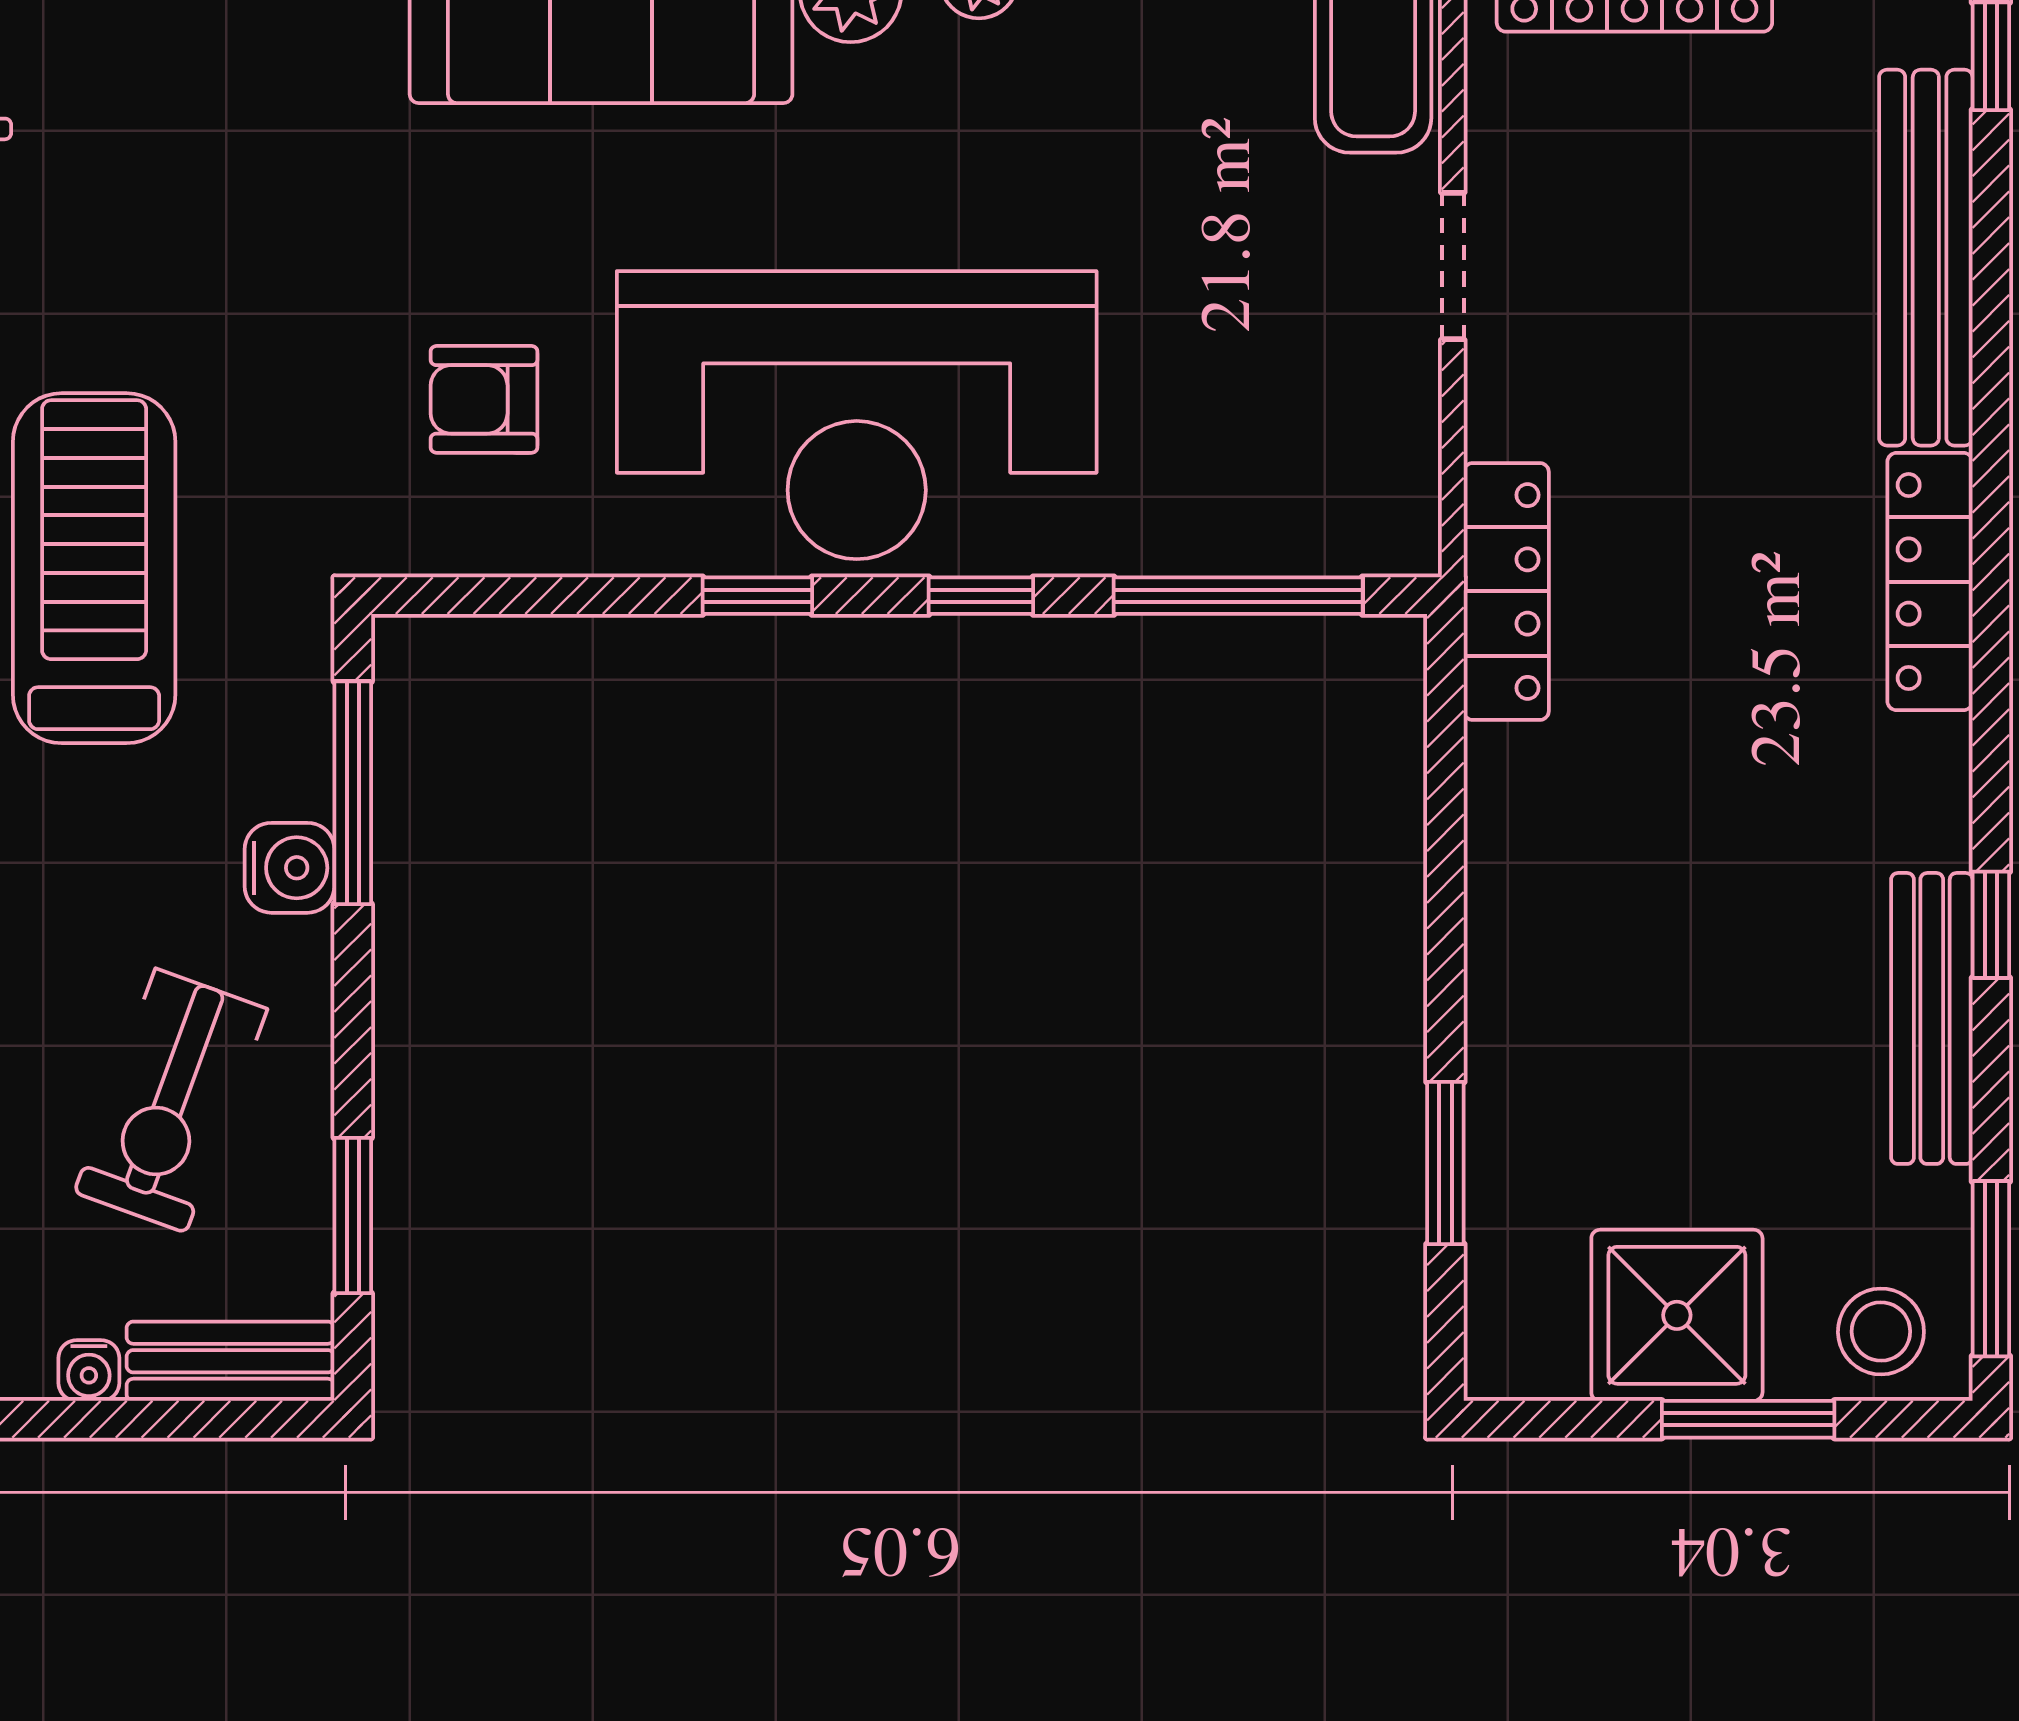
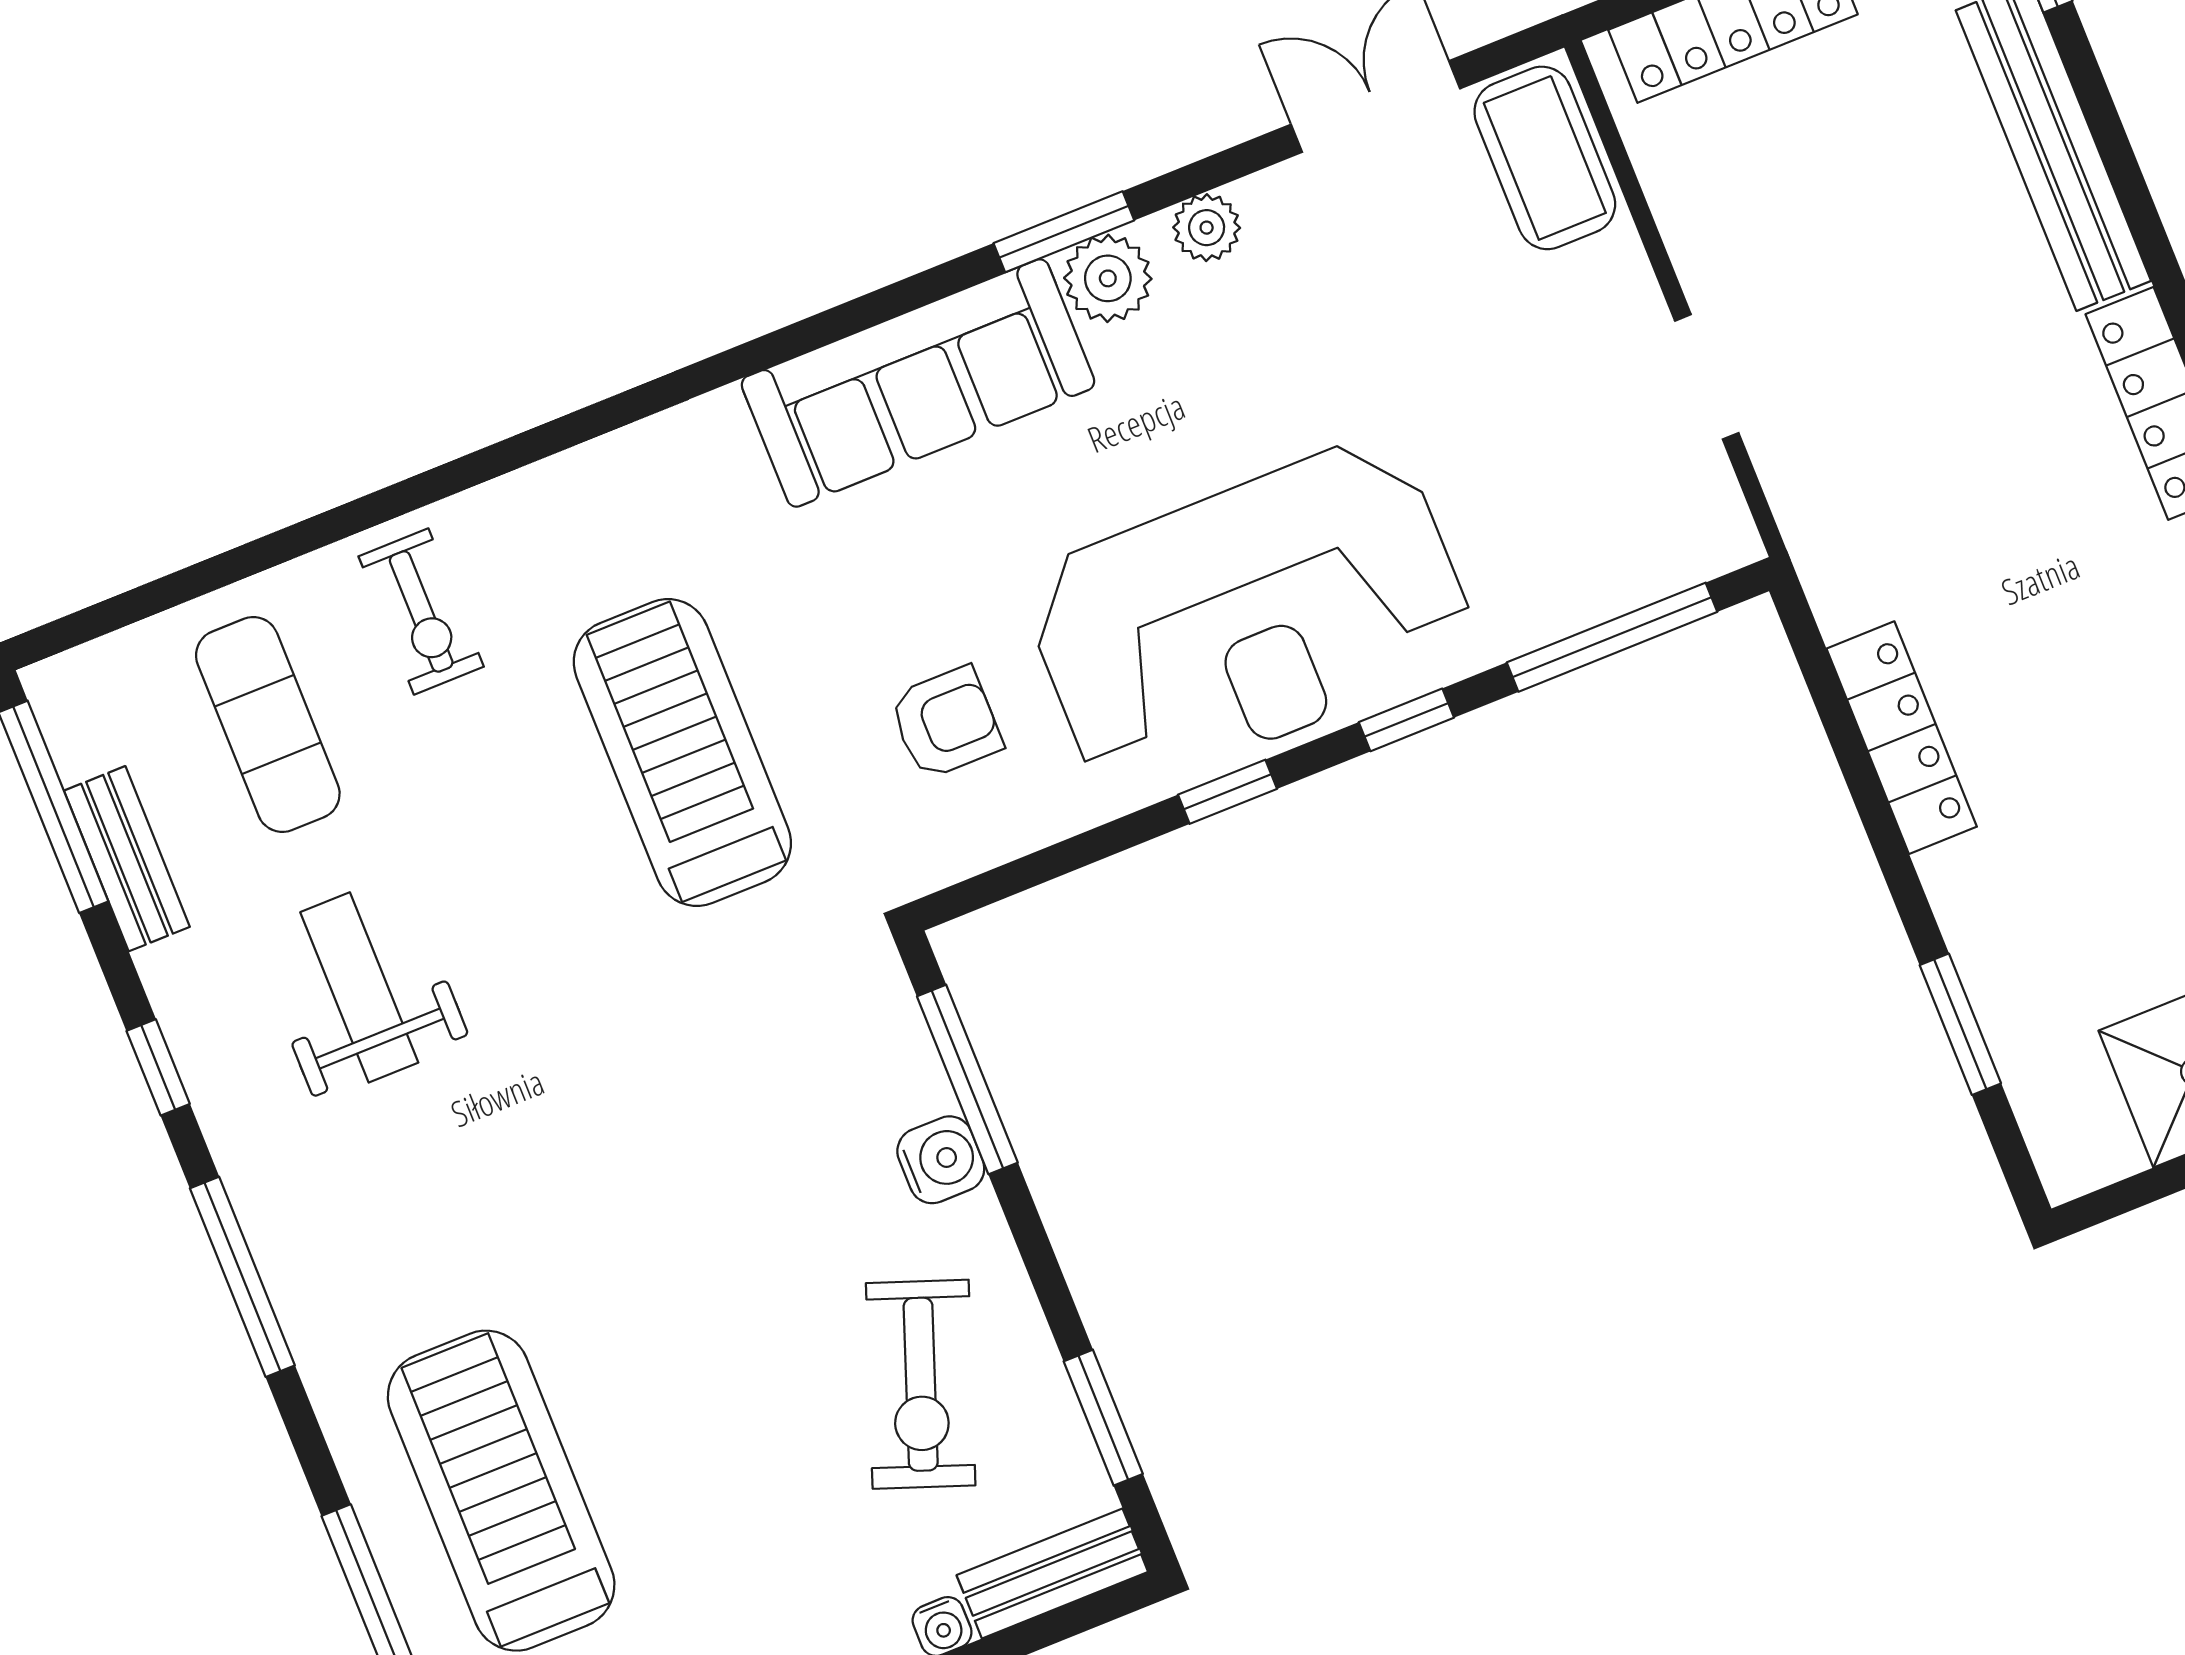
doorway: (1453, 266) -> (1707, 377), moved
armchair: (484, 399) -> (946, 723), turned 180
treadmill: (94, 568) -> (682, 753), moved
locker: (1506, 591) -> (1902, 738), moved

